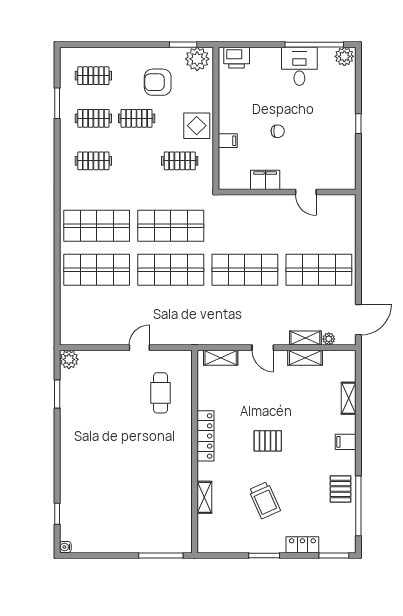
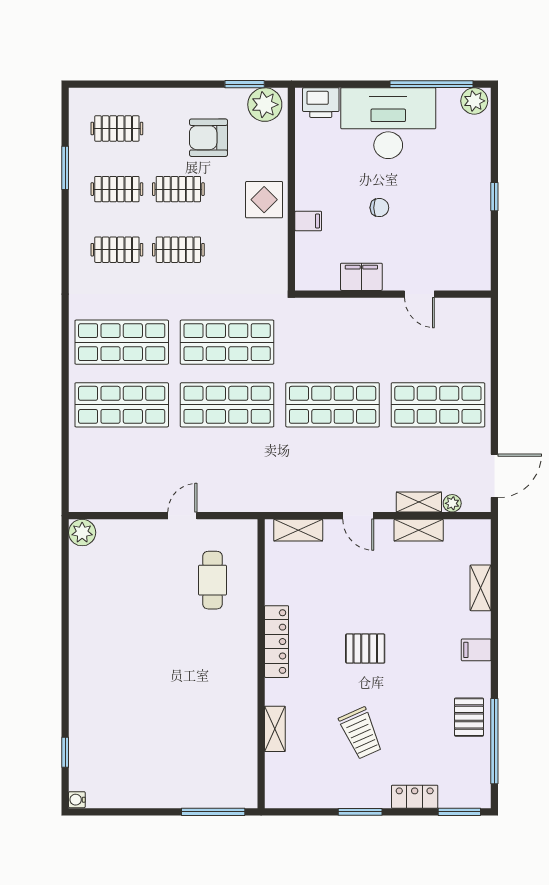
desk: (299, 66) -> (388, 123), width x1.87, depth x1.30
clothes rail: (180, 161) -> (178, 250), moved
window: (57, 394) -> (65, 582), removed

